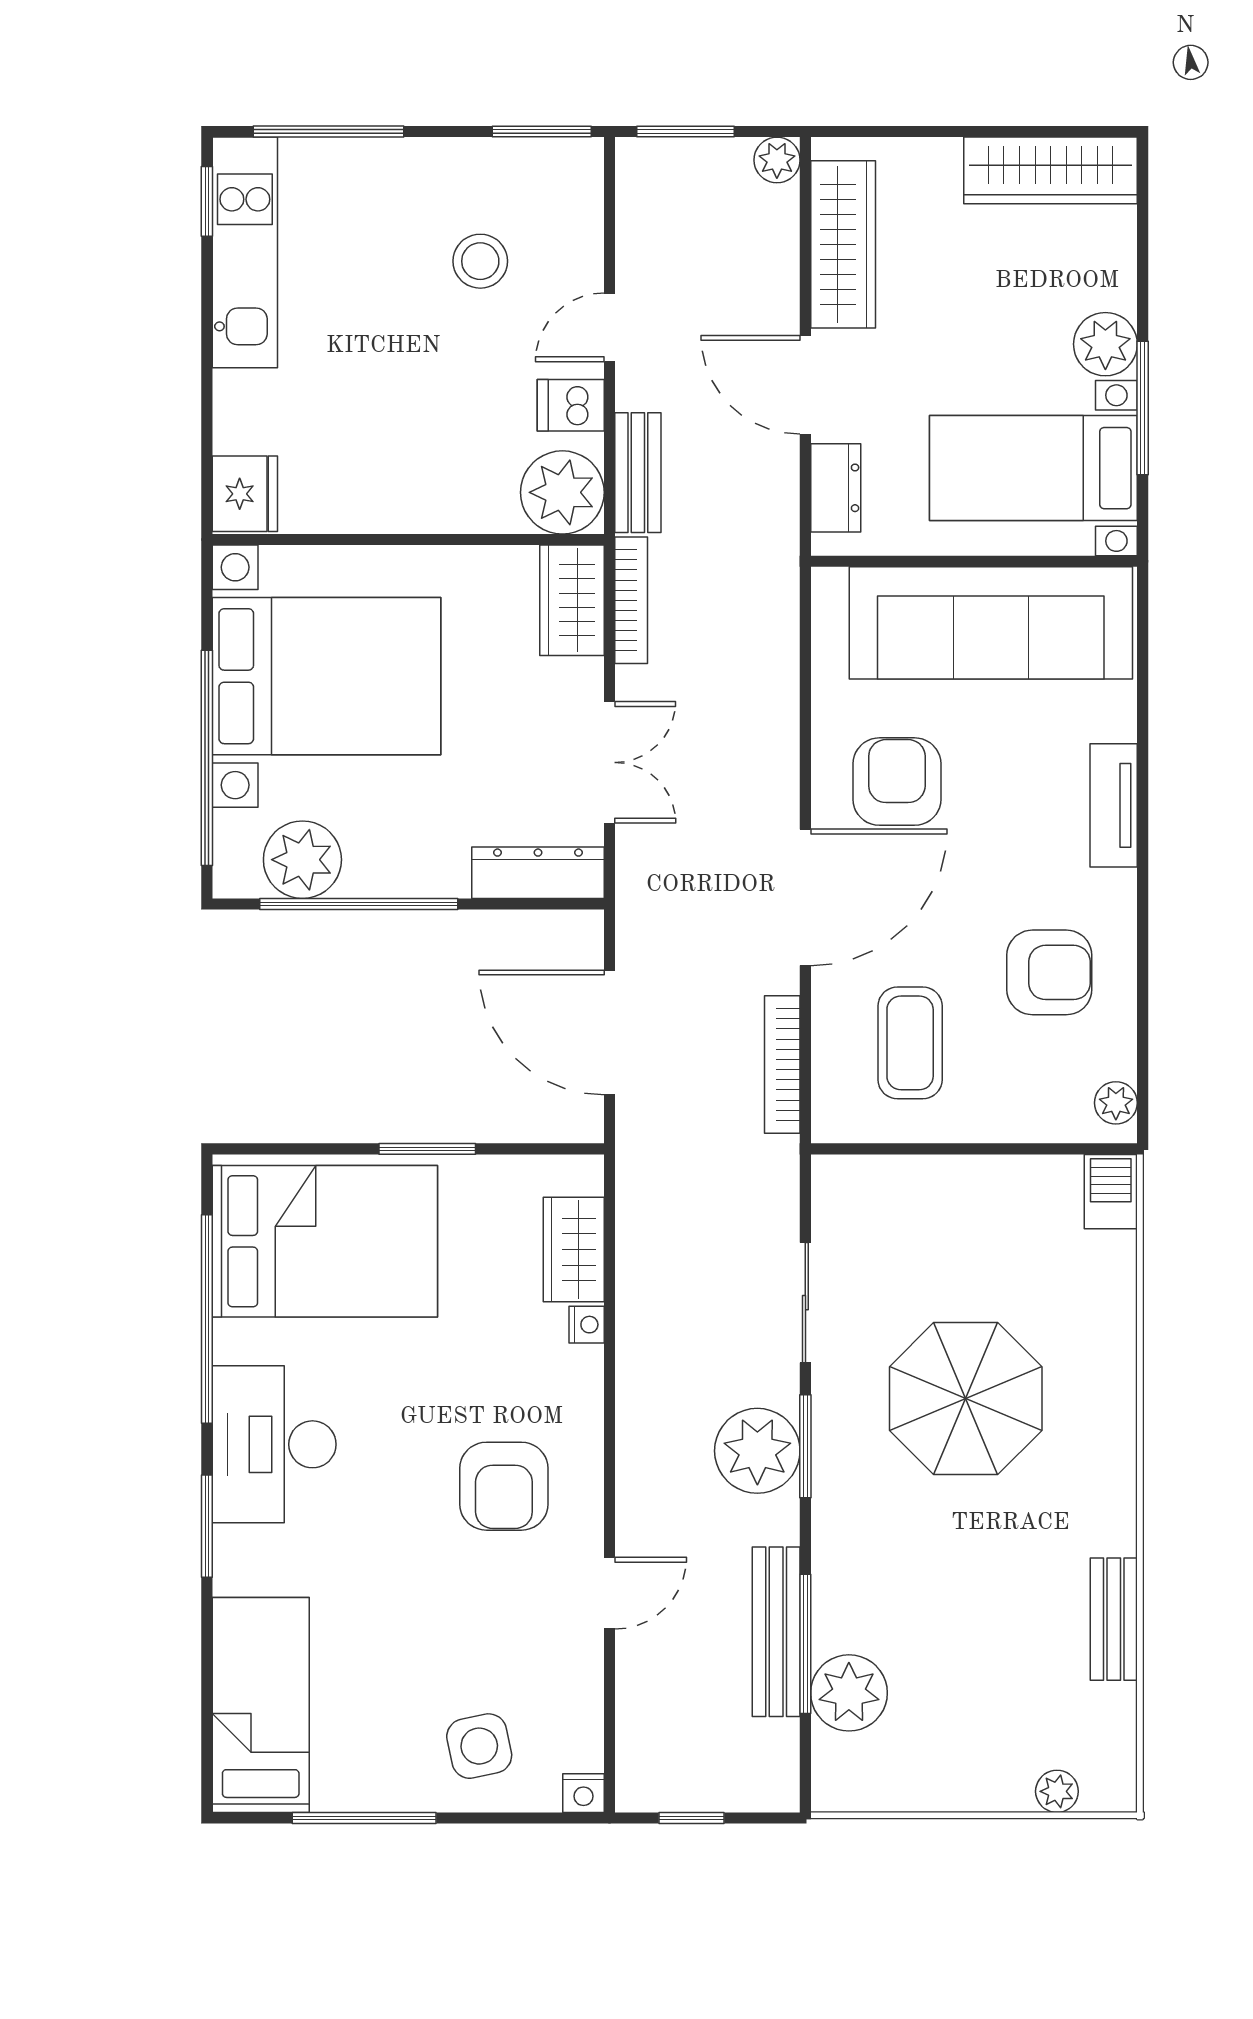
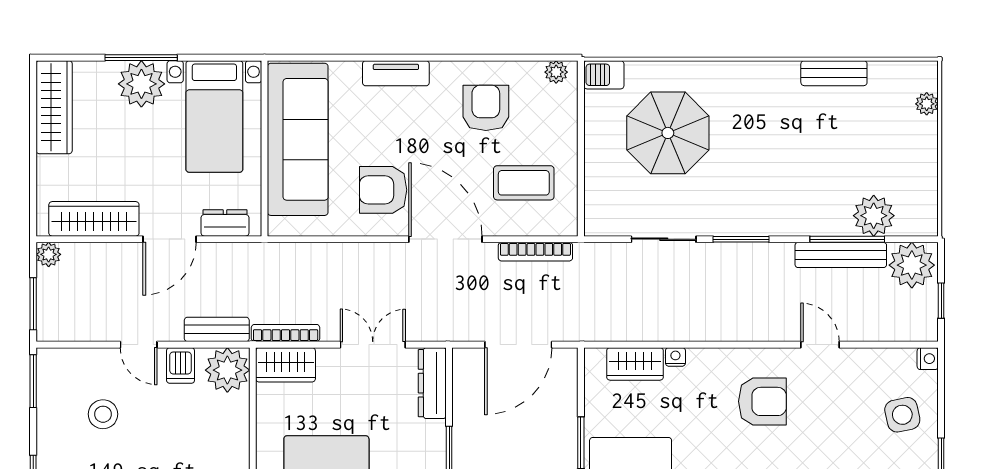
plant: (1105, 344) -> (141, 84), width x1.36, depth x1.36
window: (1143, 408) -> (141, 58), moved
parasol: (966, 1399) -> (668, 133), moved
plant: (757, 1451) -> (912, 265), moved

